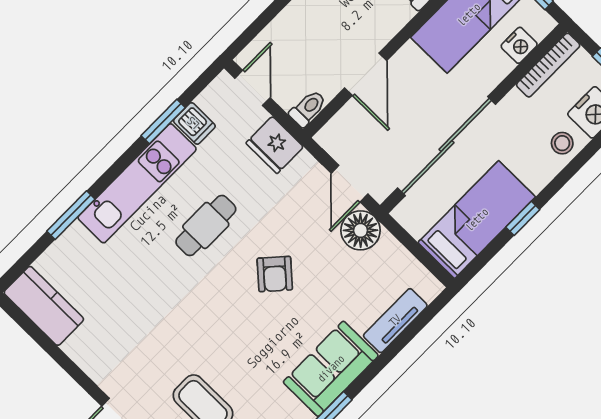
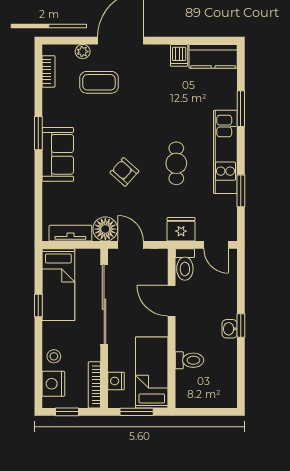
toilet: (308, 108) -> (185, 265), width x1.37, depth x1.39
dishwasher: (194, 123) -> (179, 55), moved, turned -90
tv unit: (395, 321) -> (70, 233), moved, turned -90

